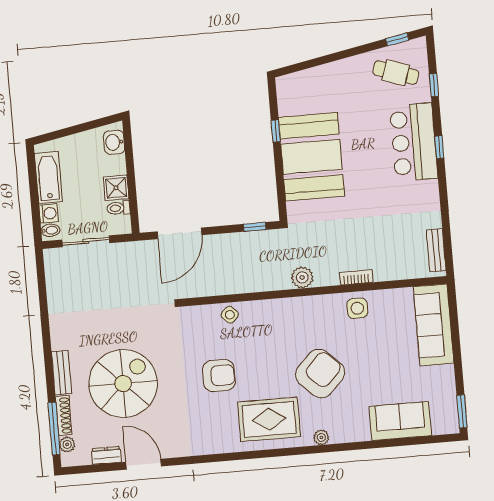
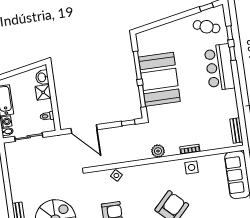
window: (276, 131) -> (137, 65), width x2.17
window: (439, 147) -> (232, 54), moved
window: (280, 184) -> (142, 96), added
shower: (116, 188) -> (43, 92), moved
door: (180, 233) -> (84, 129), hinge flipped

